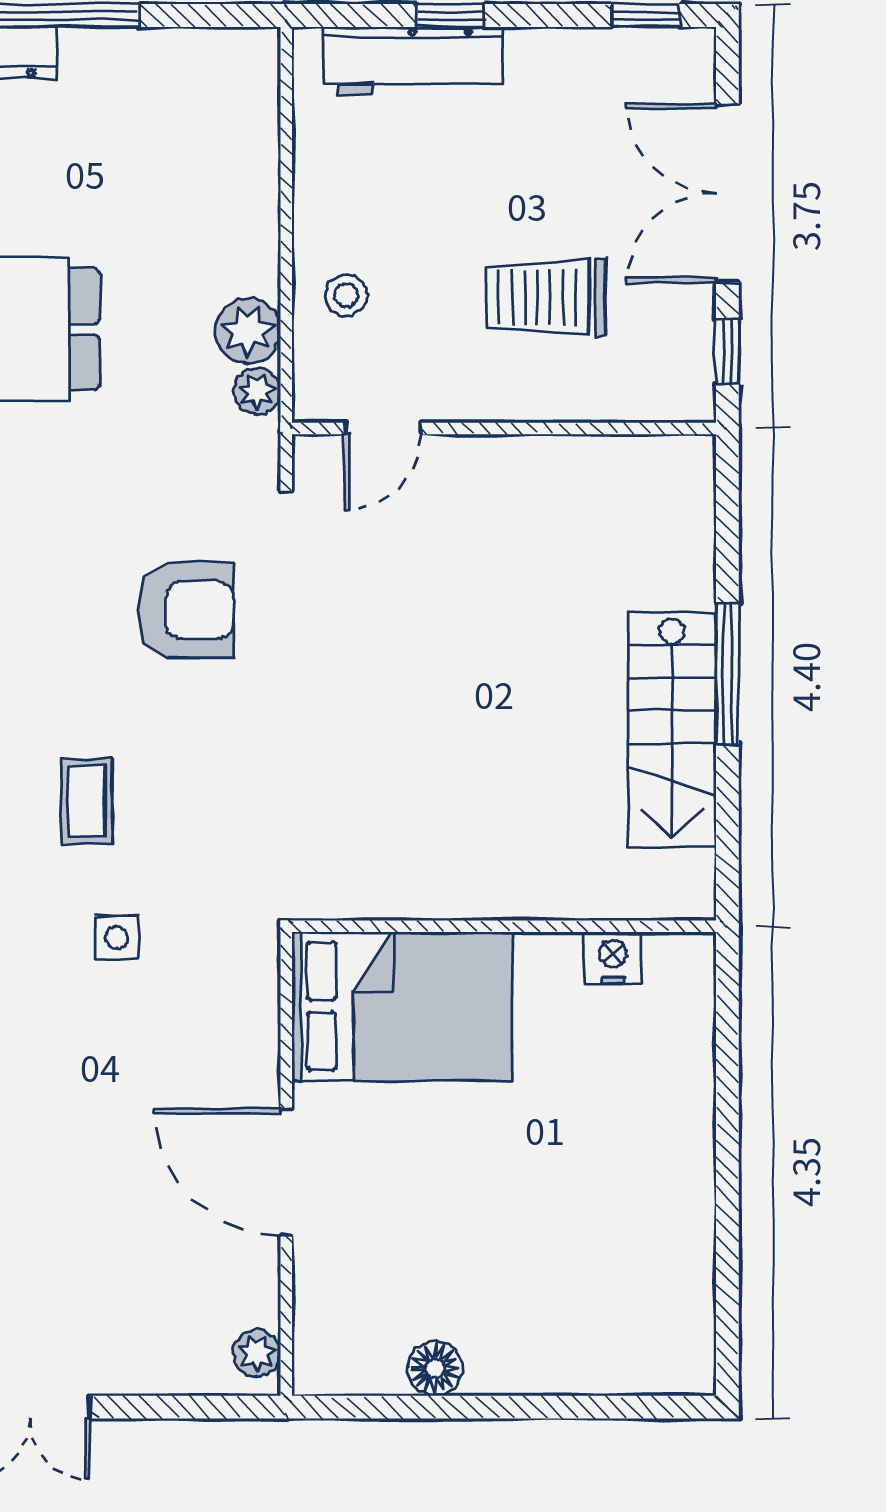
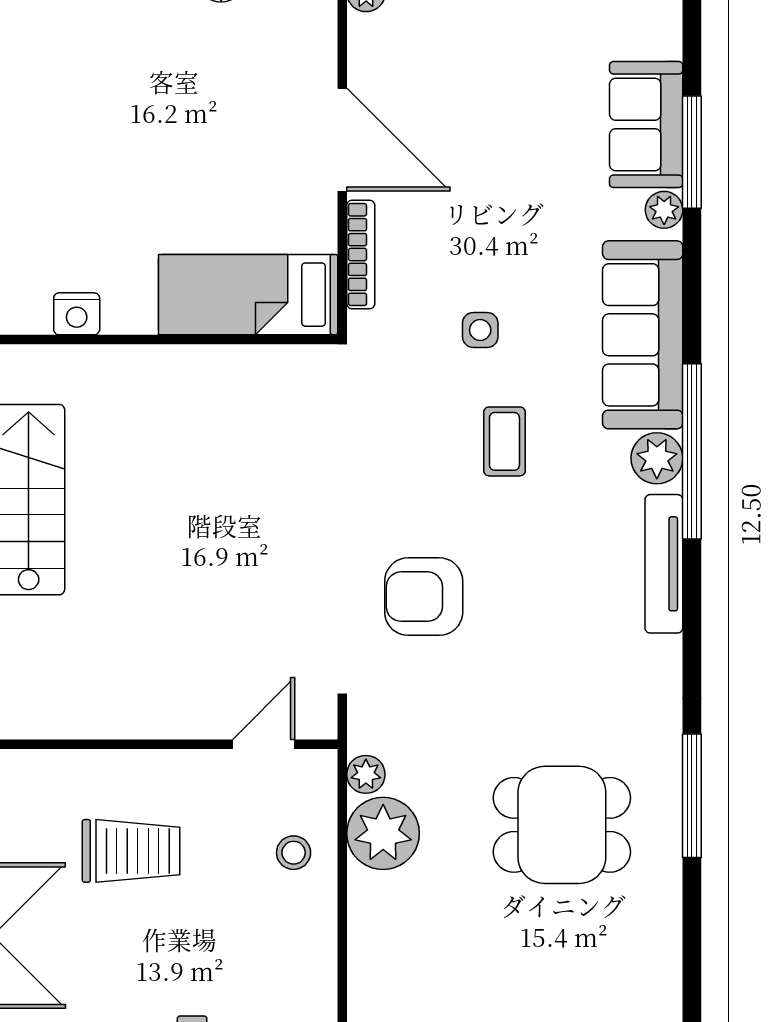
plant: (248, 331) -> (383, 833), width x1.36, depth x1.36
bed: (402, 1006) -> (248, 295), width x0.67
bookcase: (263, 1031) -> (361, 255), added

